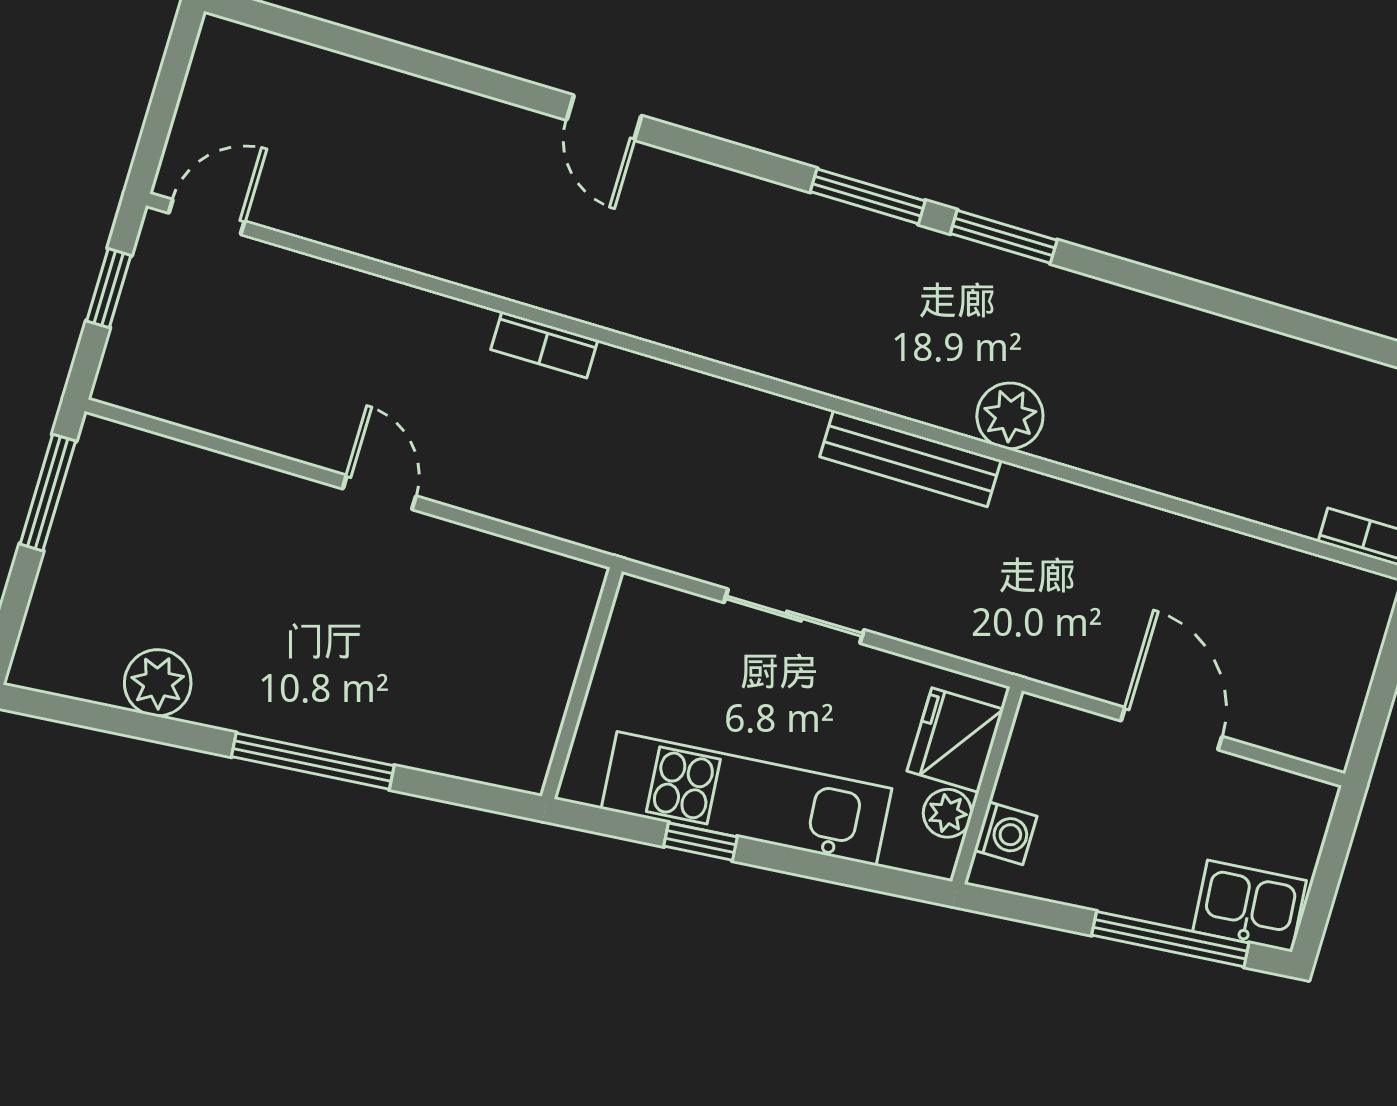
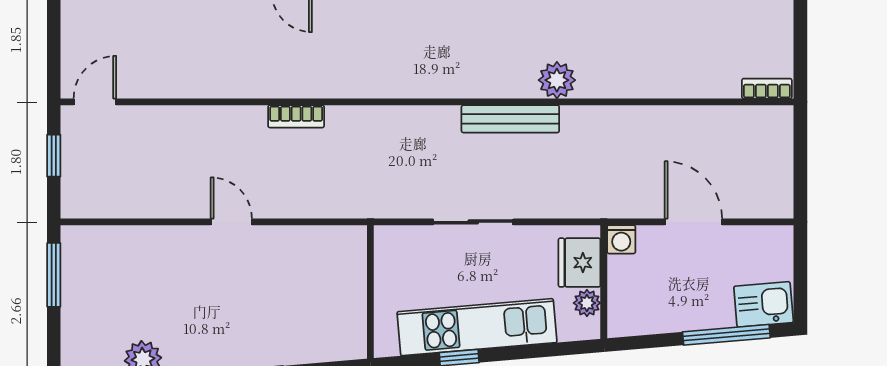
washing machine: (1006, 833) -> (621, 239), moved, turned 90

